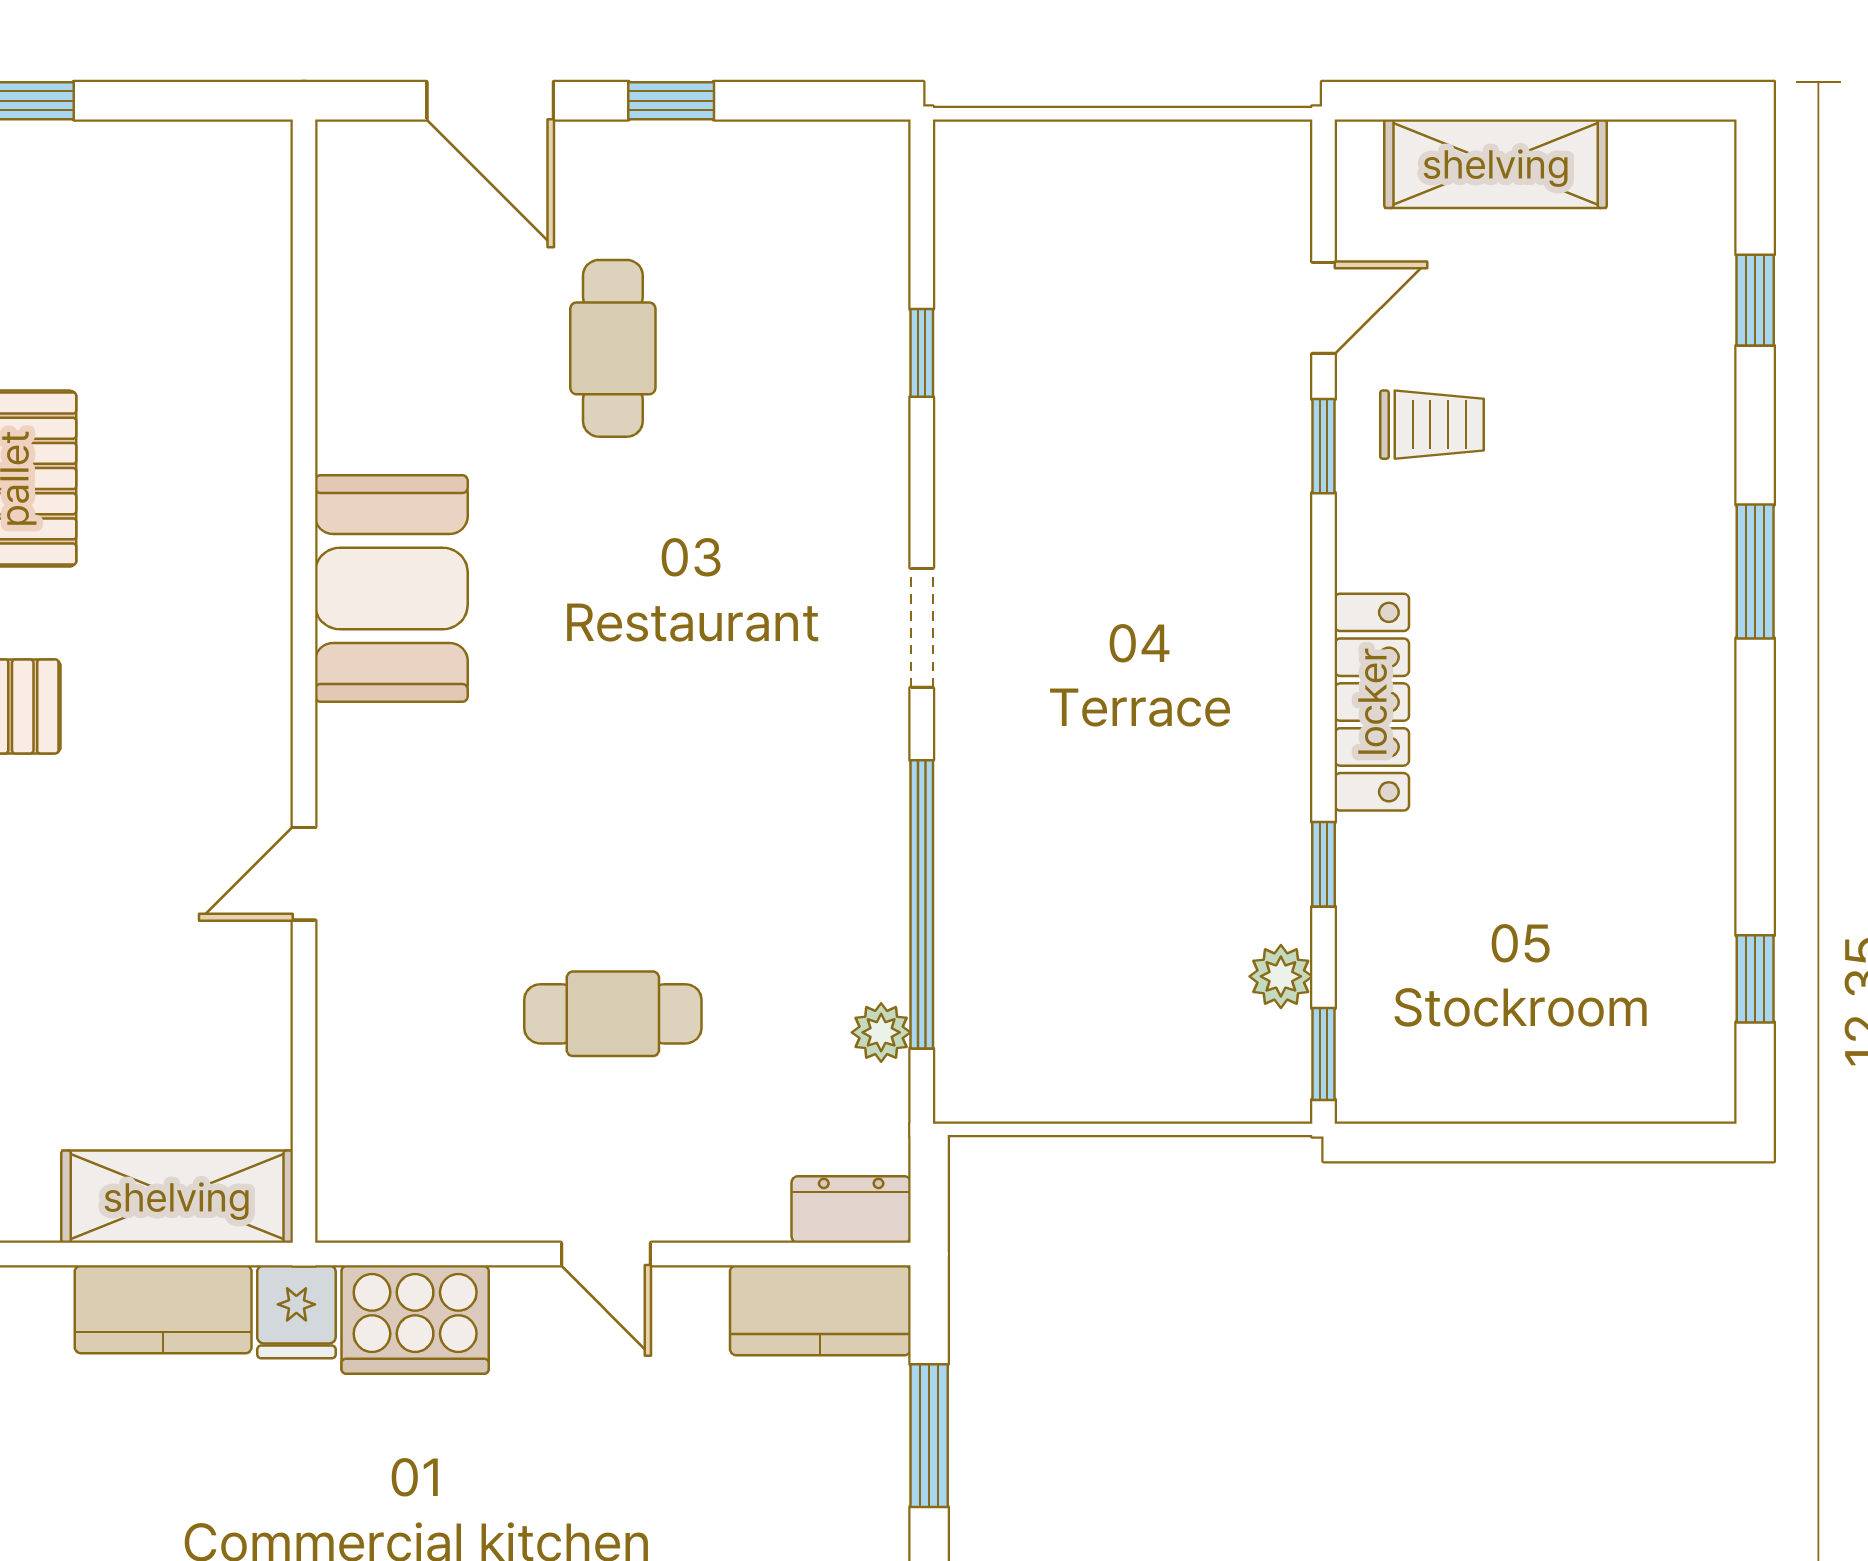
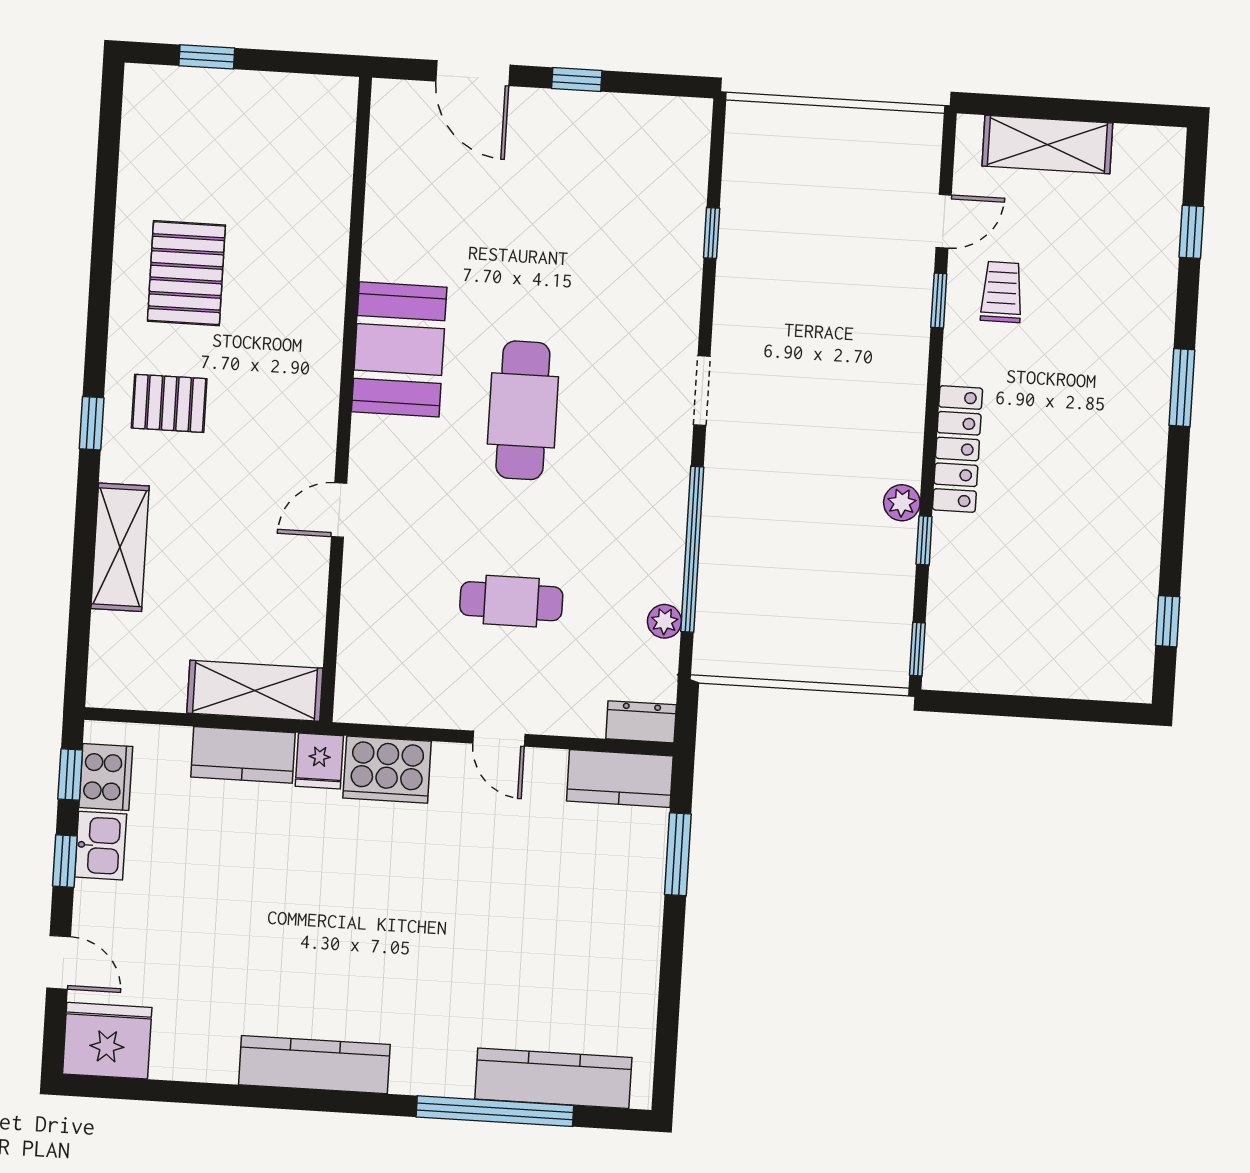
cafe table: (613, 348) -> (523, 410), moved, width x1.37, depth x1.35
trolley: (1432, 425) -> (1002, 292), turned -90
plant: (1281, 976) -> (902, 503), moved

